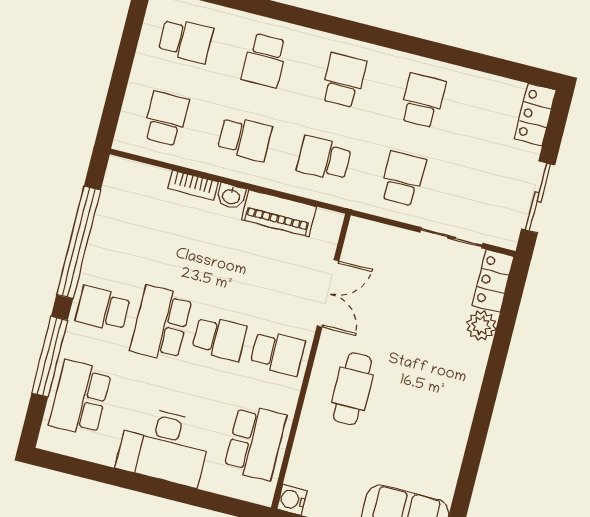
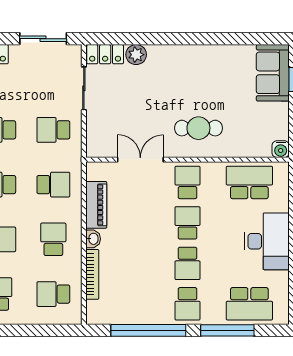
school desk: (324, 159) -> (53, 185), turned -90
bookcase: (193, 185) -> (92, 274), width x1.56
school desk: (161, 323) -> (188, 263), width x0.54

